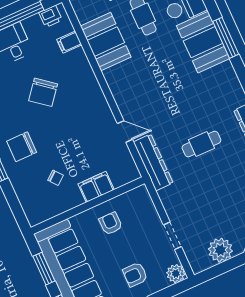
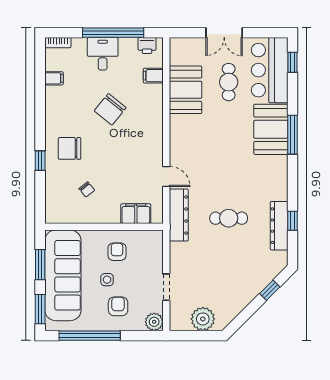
filing cabinet: (96, 187) -> (136, 214), moved
side table: (113, 254) -> (107, 280), added
armchair: (135, 275) -> (118, 306), turned 90

